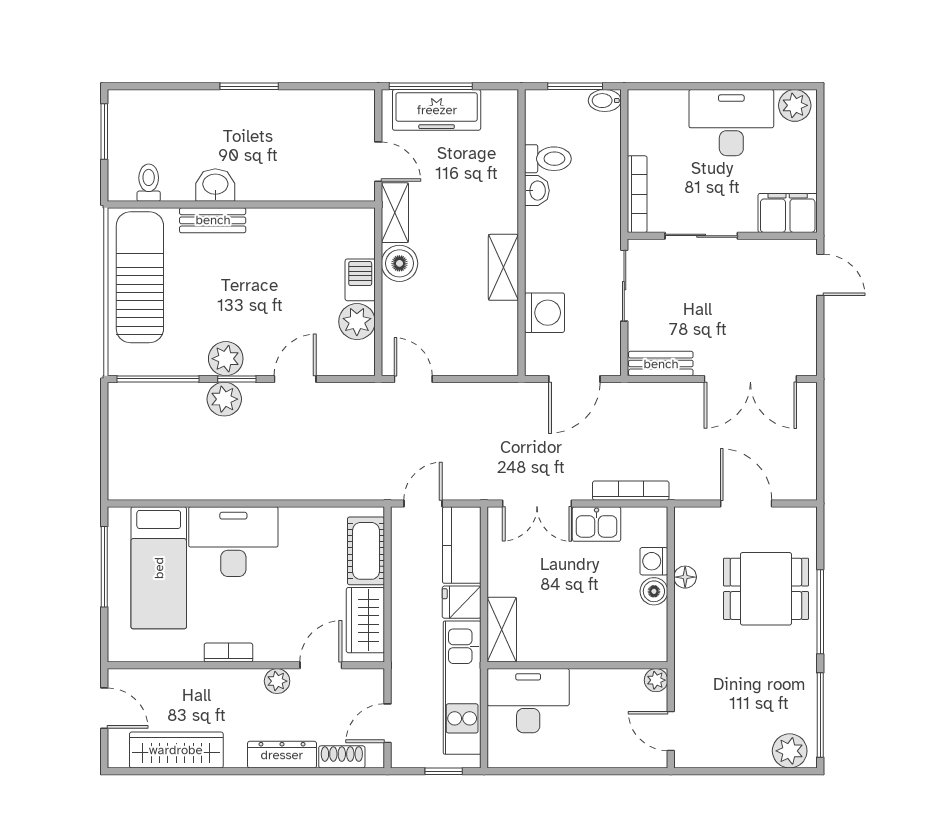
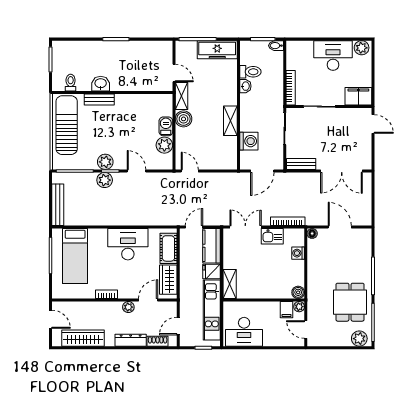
freezer: (437, 110) -> (217, 50), moved
door: (295, 379) -> (136, 171), hinge flipped
bench: (120, 454) -> (58, 205), added
double door: (537, 503) -> (245, 227), swing flipped
desk: (233, 542) -> (128, 244), moved
floor lamp: (685, 577) -> (312, 233), moved
dining table: (766, 589) -> (350, 302), moved, turned 90
boiler: (654, 591) -> (298, 292), moved
filing cabinet: (628, 687) -> (286, 310), added
desk: (528, 701) -> (244, 332), moved, turned 180

